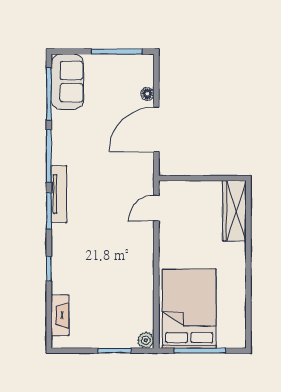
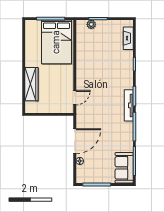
wardrobe: (234, 211) -> (31, 84), moved
plant: (146, 340) -> (91, 24), moved

